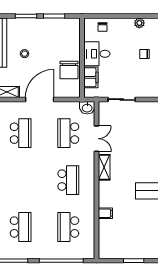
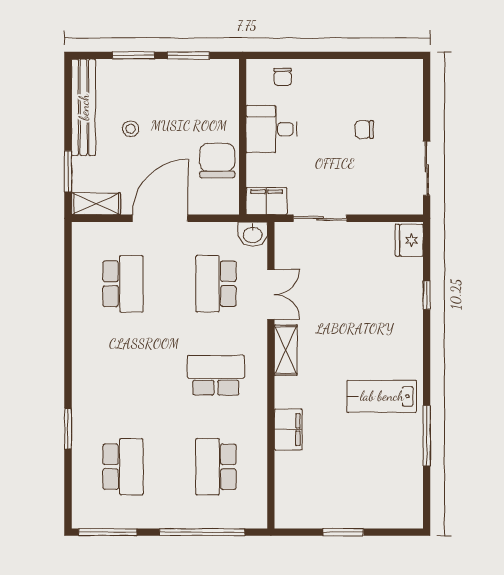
plant: (139, 23) -> (354, 69), removed
chair: (69, 70) -> (217, 161), turned 180
filing cabinet: (91, 77) -> (267, 201), moved, turned -90
school desk: (68, 180) -> (216, 375), turned -90
filing cabinet: (105, 213) -> (288, 429), width x2.00

